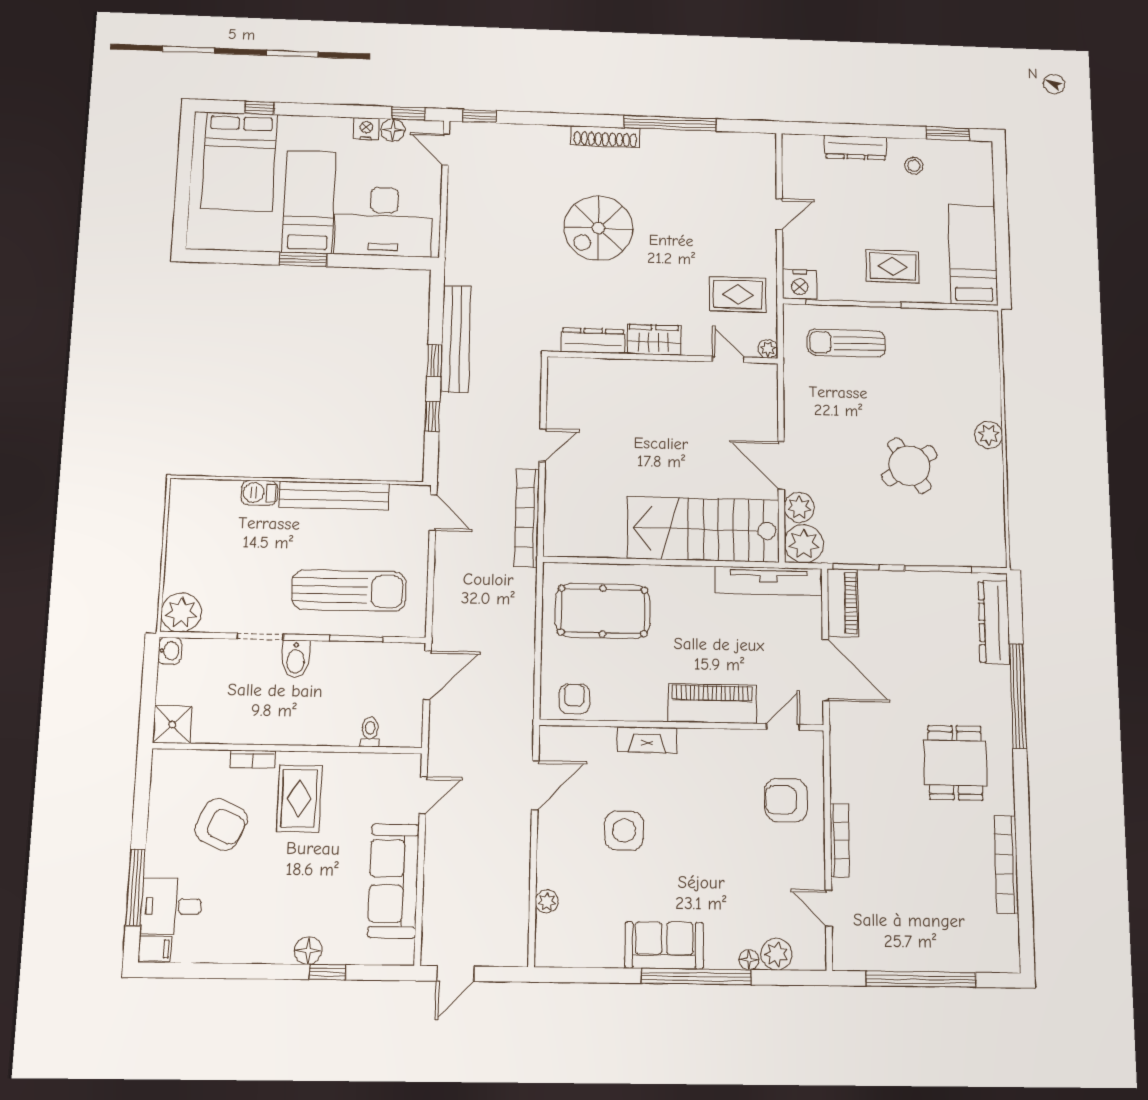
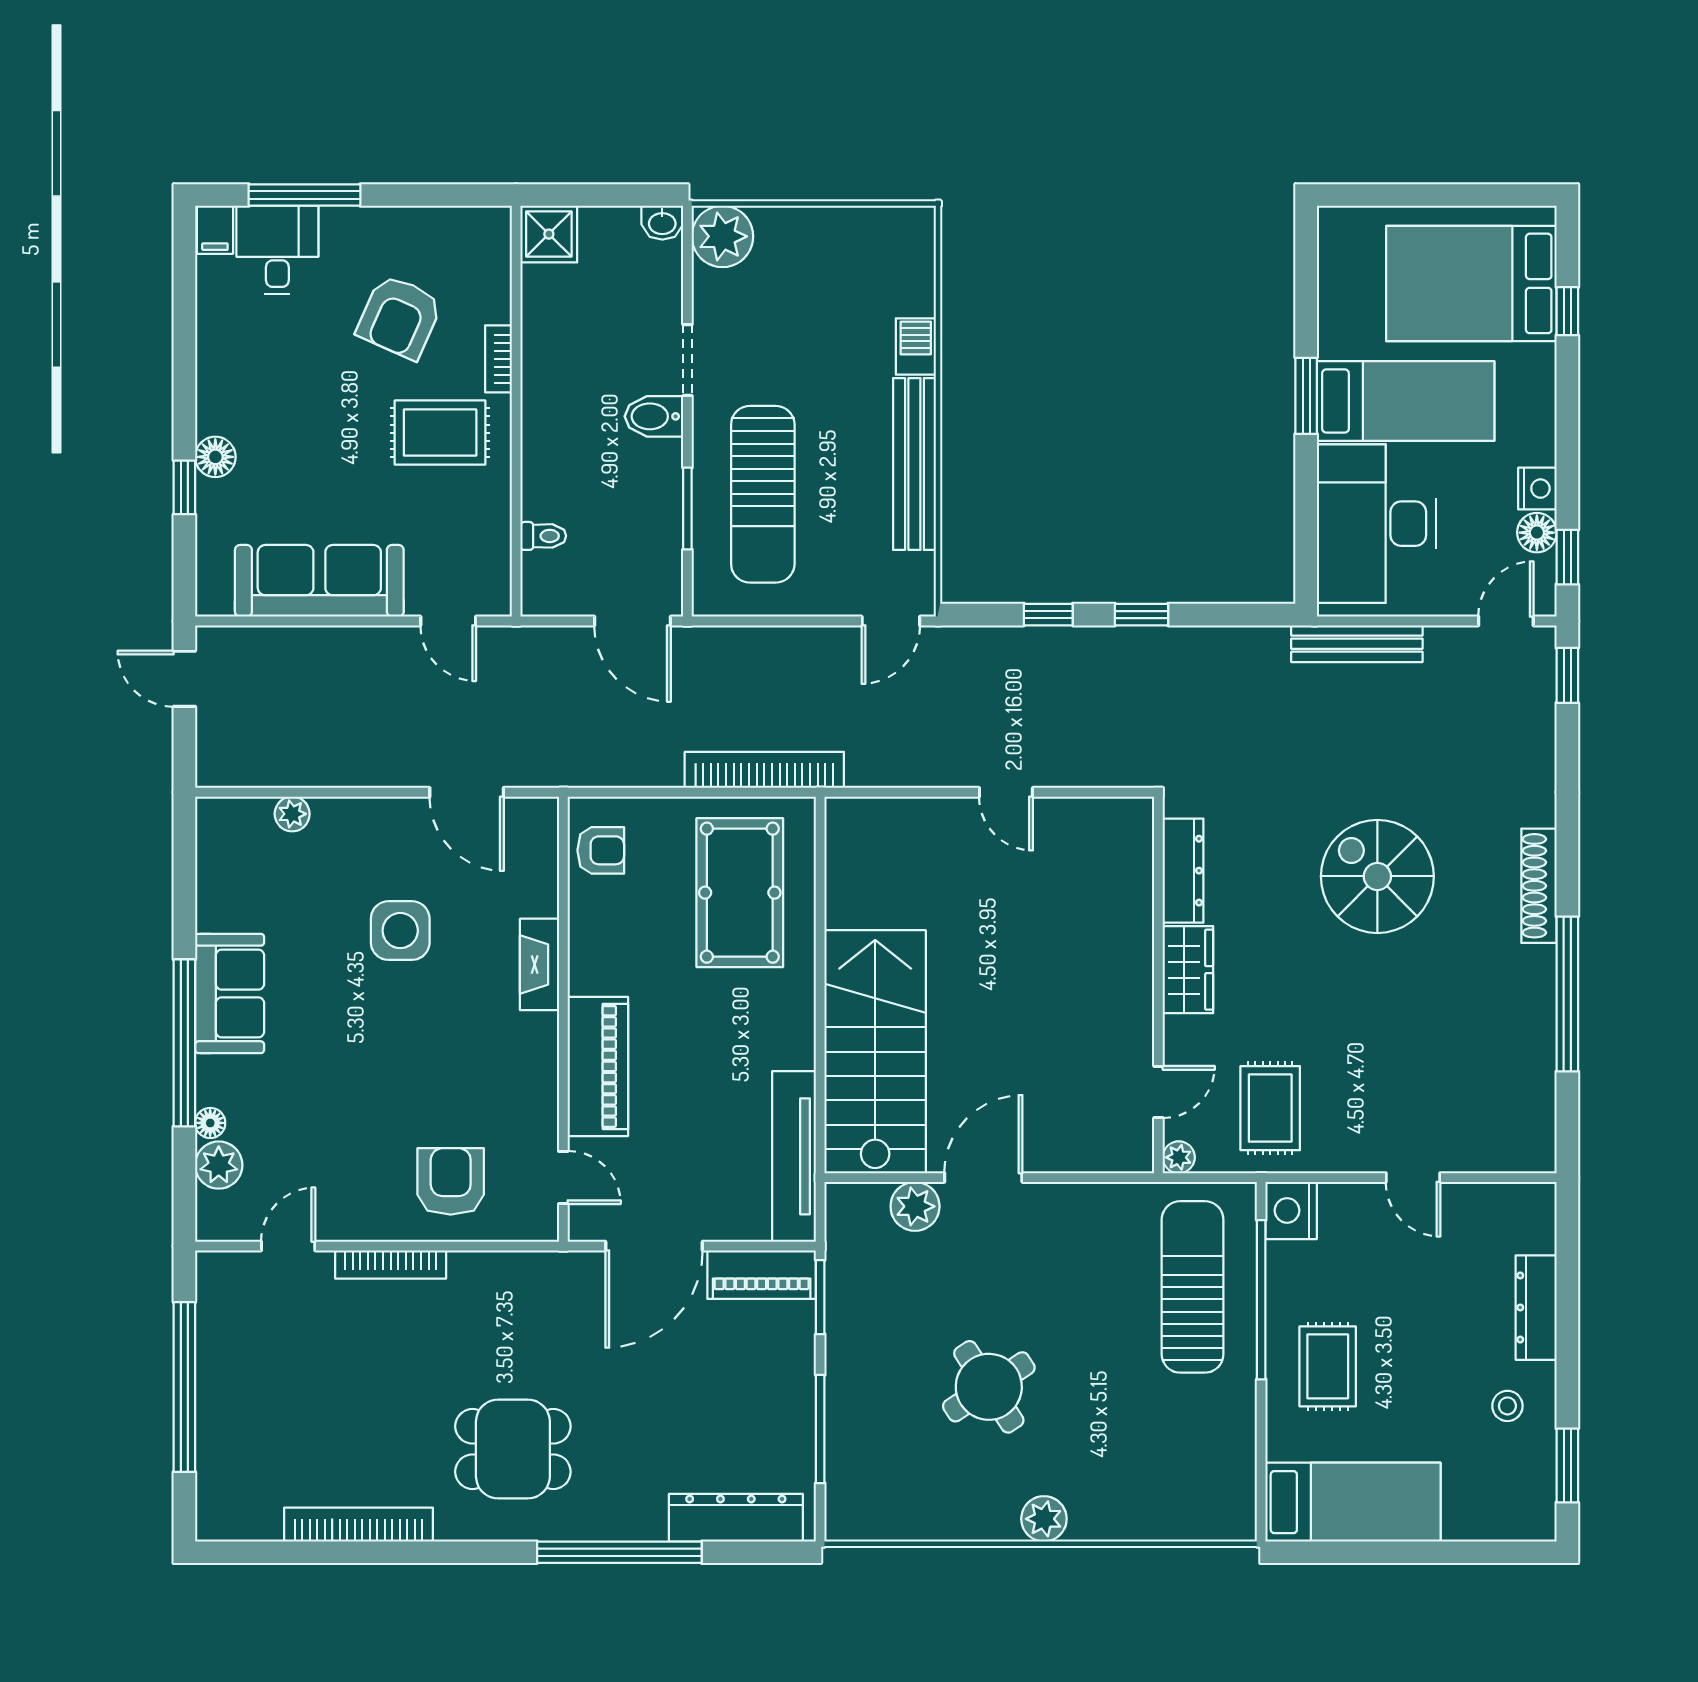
bench: (456, 339) -> (1357, 644), moved, width x0.73, depth x0.82
sun lounger: (846, 343) -> (1193, 1287), width x1.36, depth x1.34
bookcase: (527, 518) -> (764, 770), moved
plant: (804, 544) -> (856, 1213), removed

